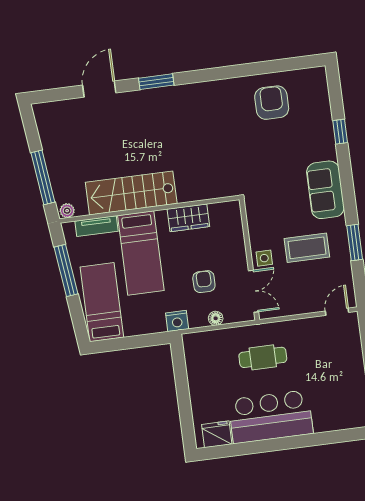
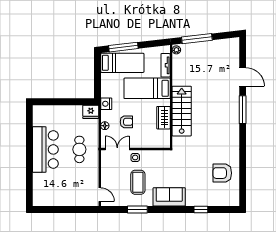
window: (156, 82) -> (243, 110), width x1.44
armchair: (272, 103) -> (222, 173), turned 180
stairs: (131, 193) -> (182, 111), moved
window: (66, 270) -> (123, 47), moved
double door: (254, 291) -> (117, 149), swing flipped
fridge: (217, 434) -> (91, 112), moved, turned 90

